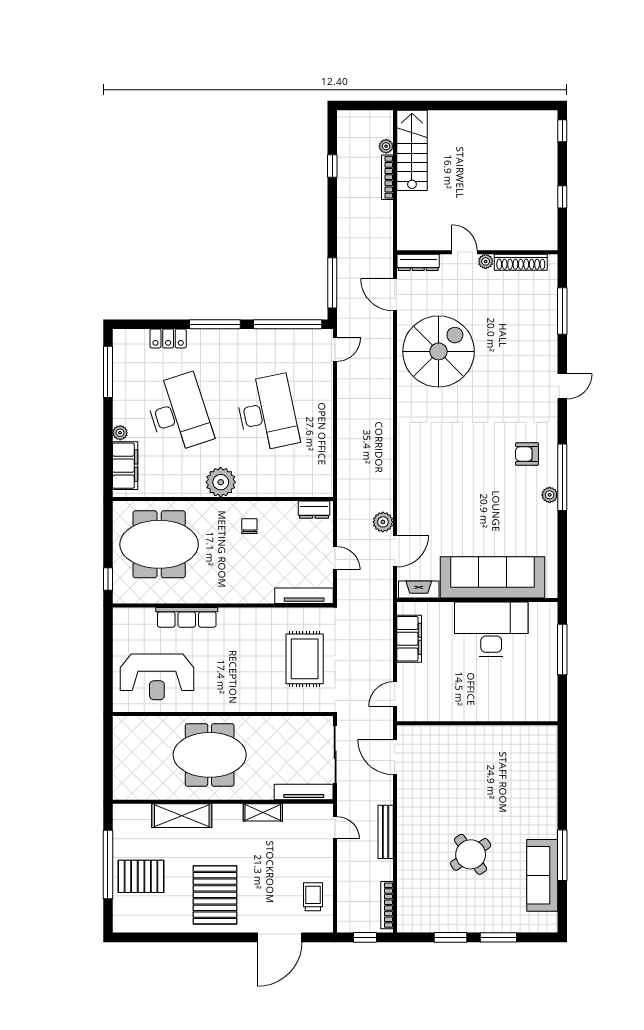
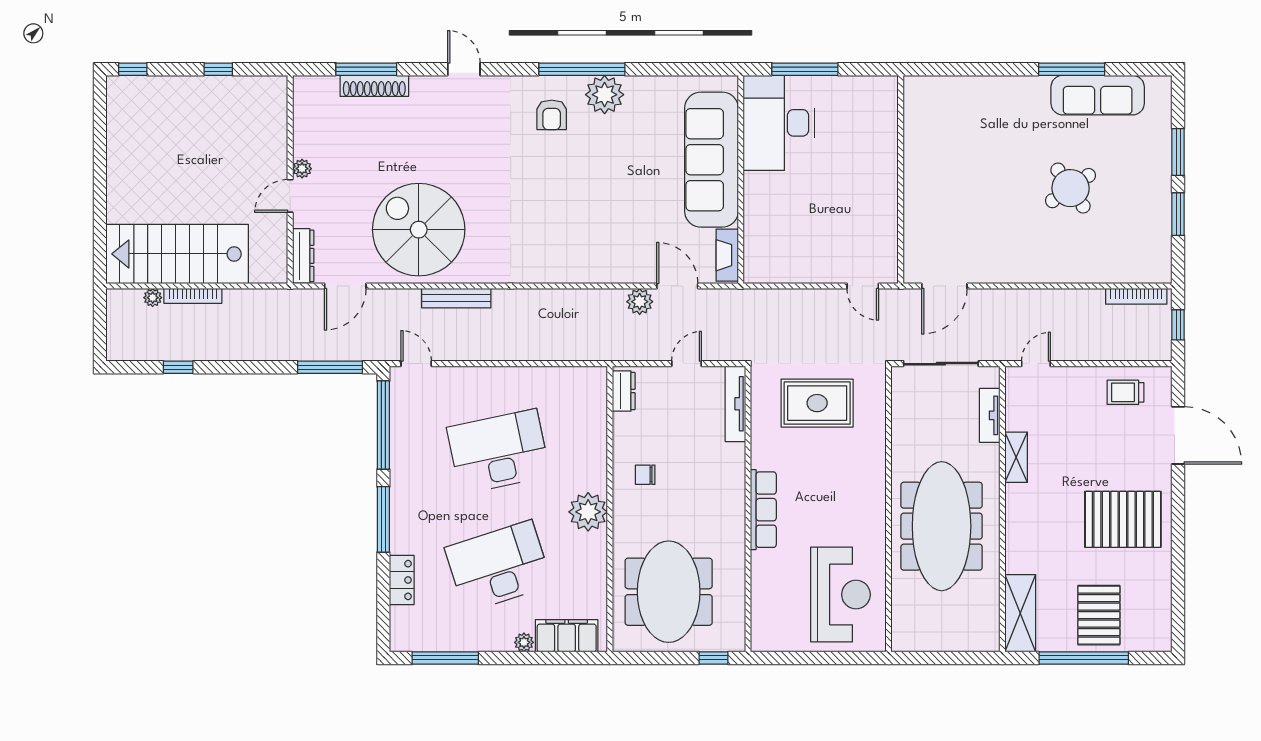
stairs: (412, 150) -> (177, 254), width x1.36, depth x1.51
shoe rack: (521, 262) -> (374, 86), moved, turned 90
plant: (550, 495) -> (605, 95), width x1.87, depth x1.87
row of seats: (187, 617) -> (763, 510), moved
desk: (491, 629) -> (779, 123), moved
filing cabinet: (409, 639) -> (791, 268), removed
meeting table: (210, 755) -> (942, 526), width x1.36
tv unit: (304, 792) -> (990, 415), width x0.71
shelving: (182, 816) -> (1020, 613), moved
bench: (386, 832) -> (456, 298), moved

